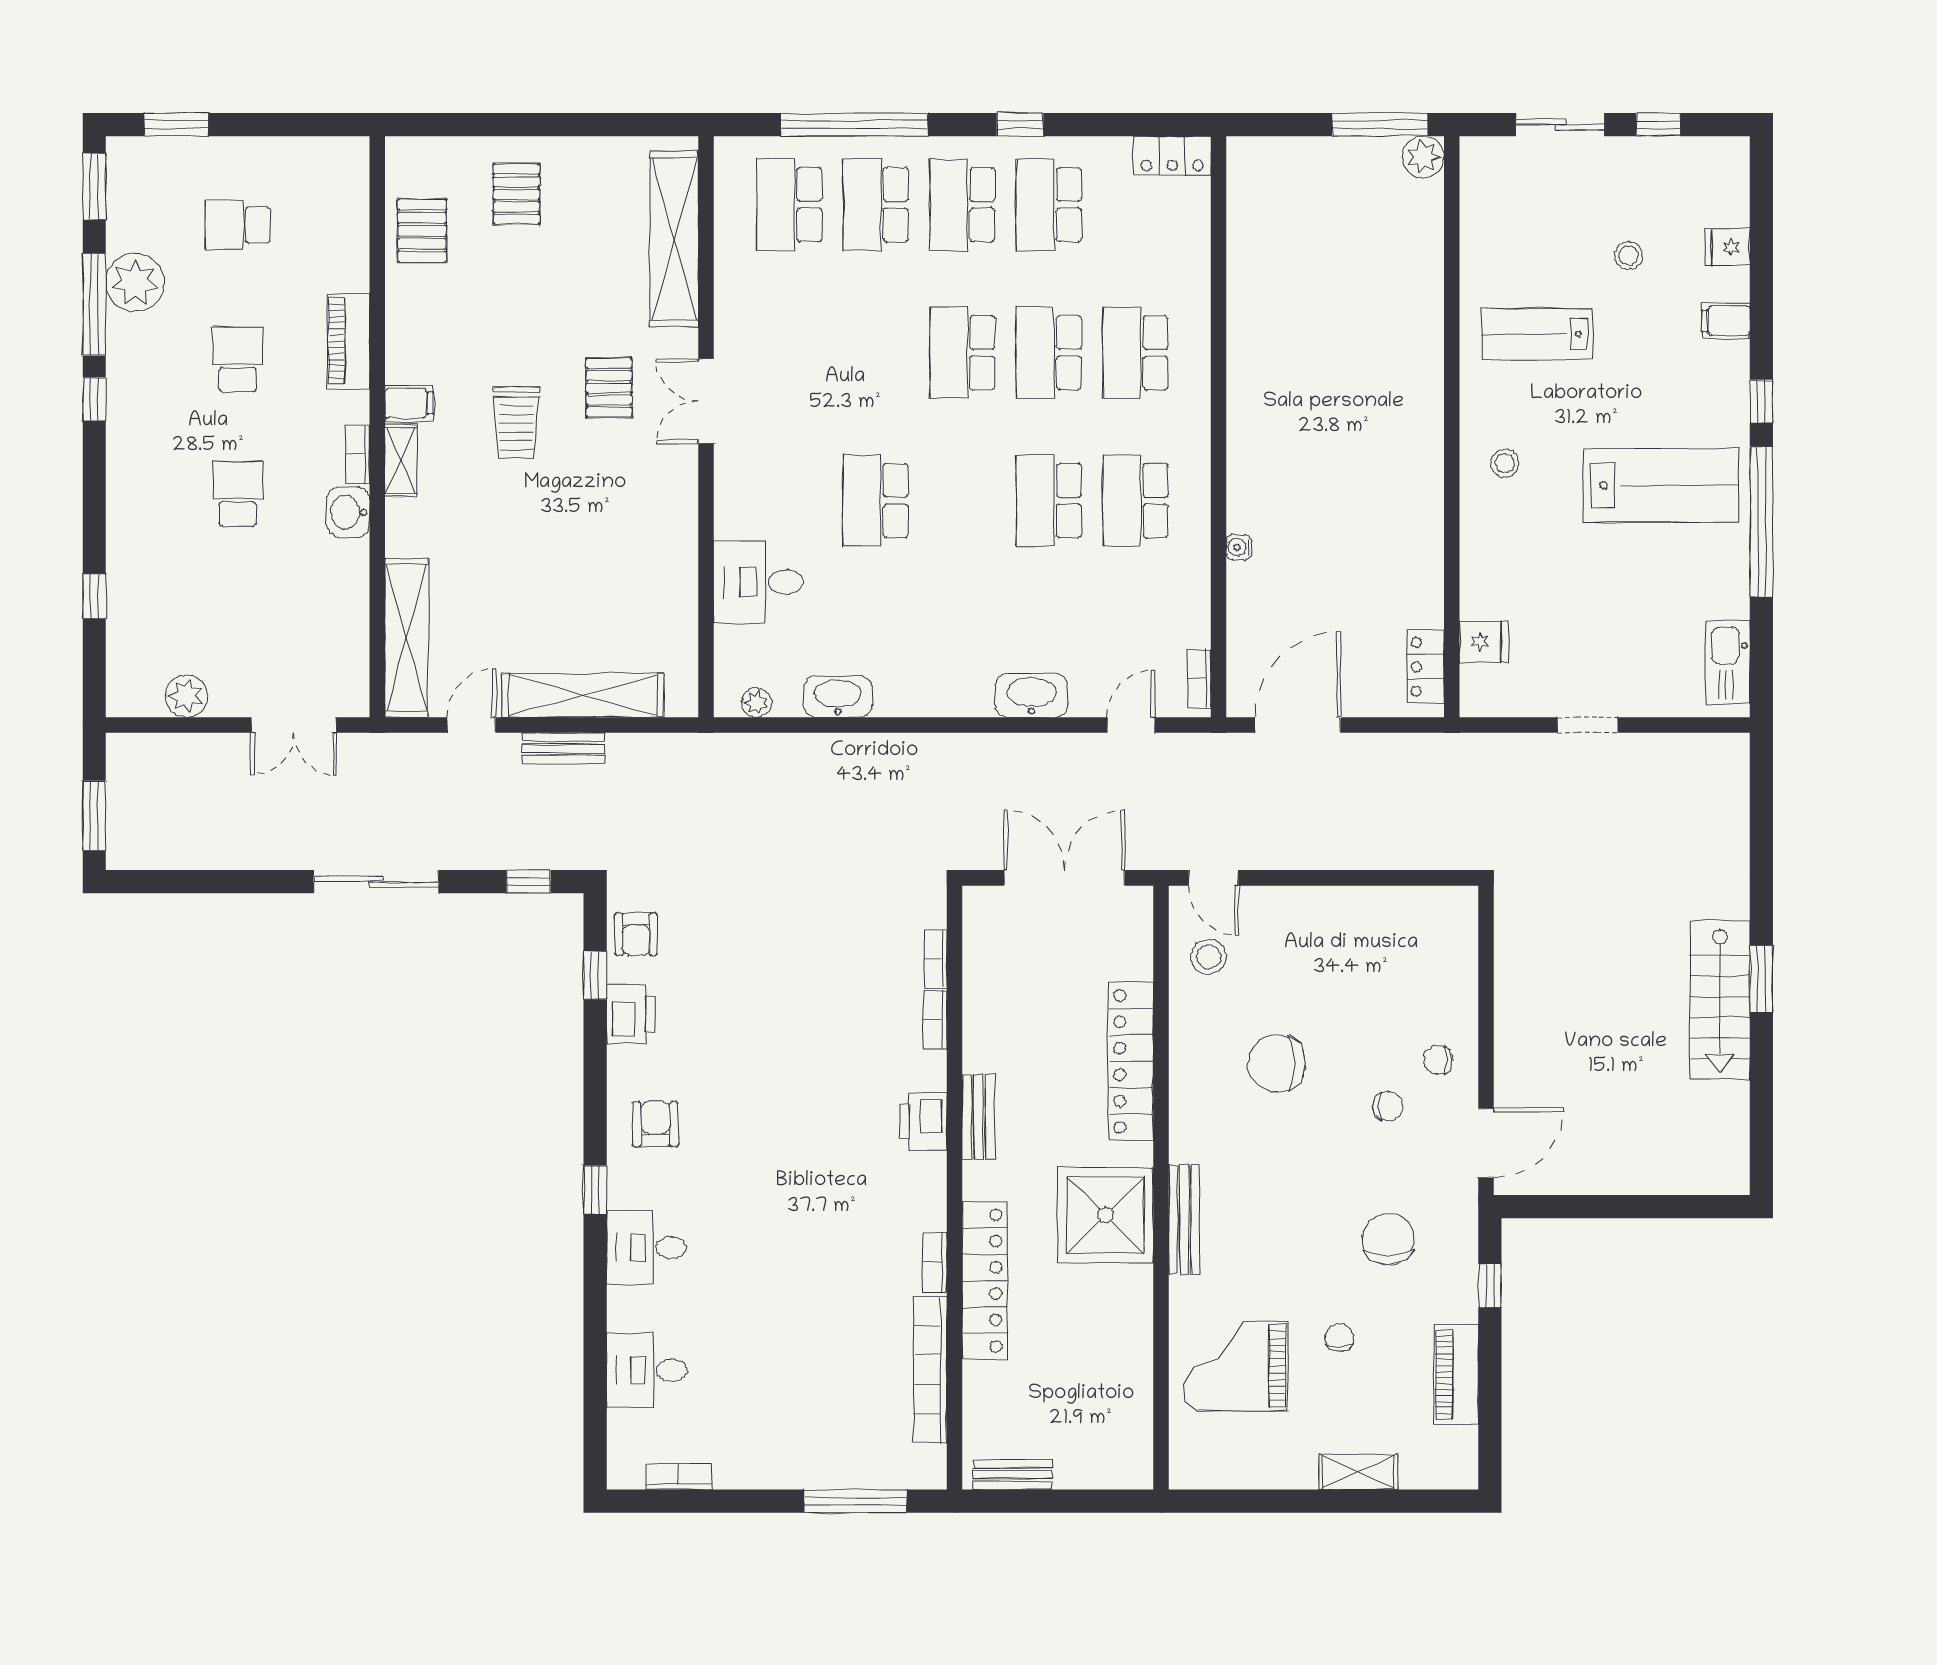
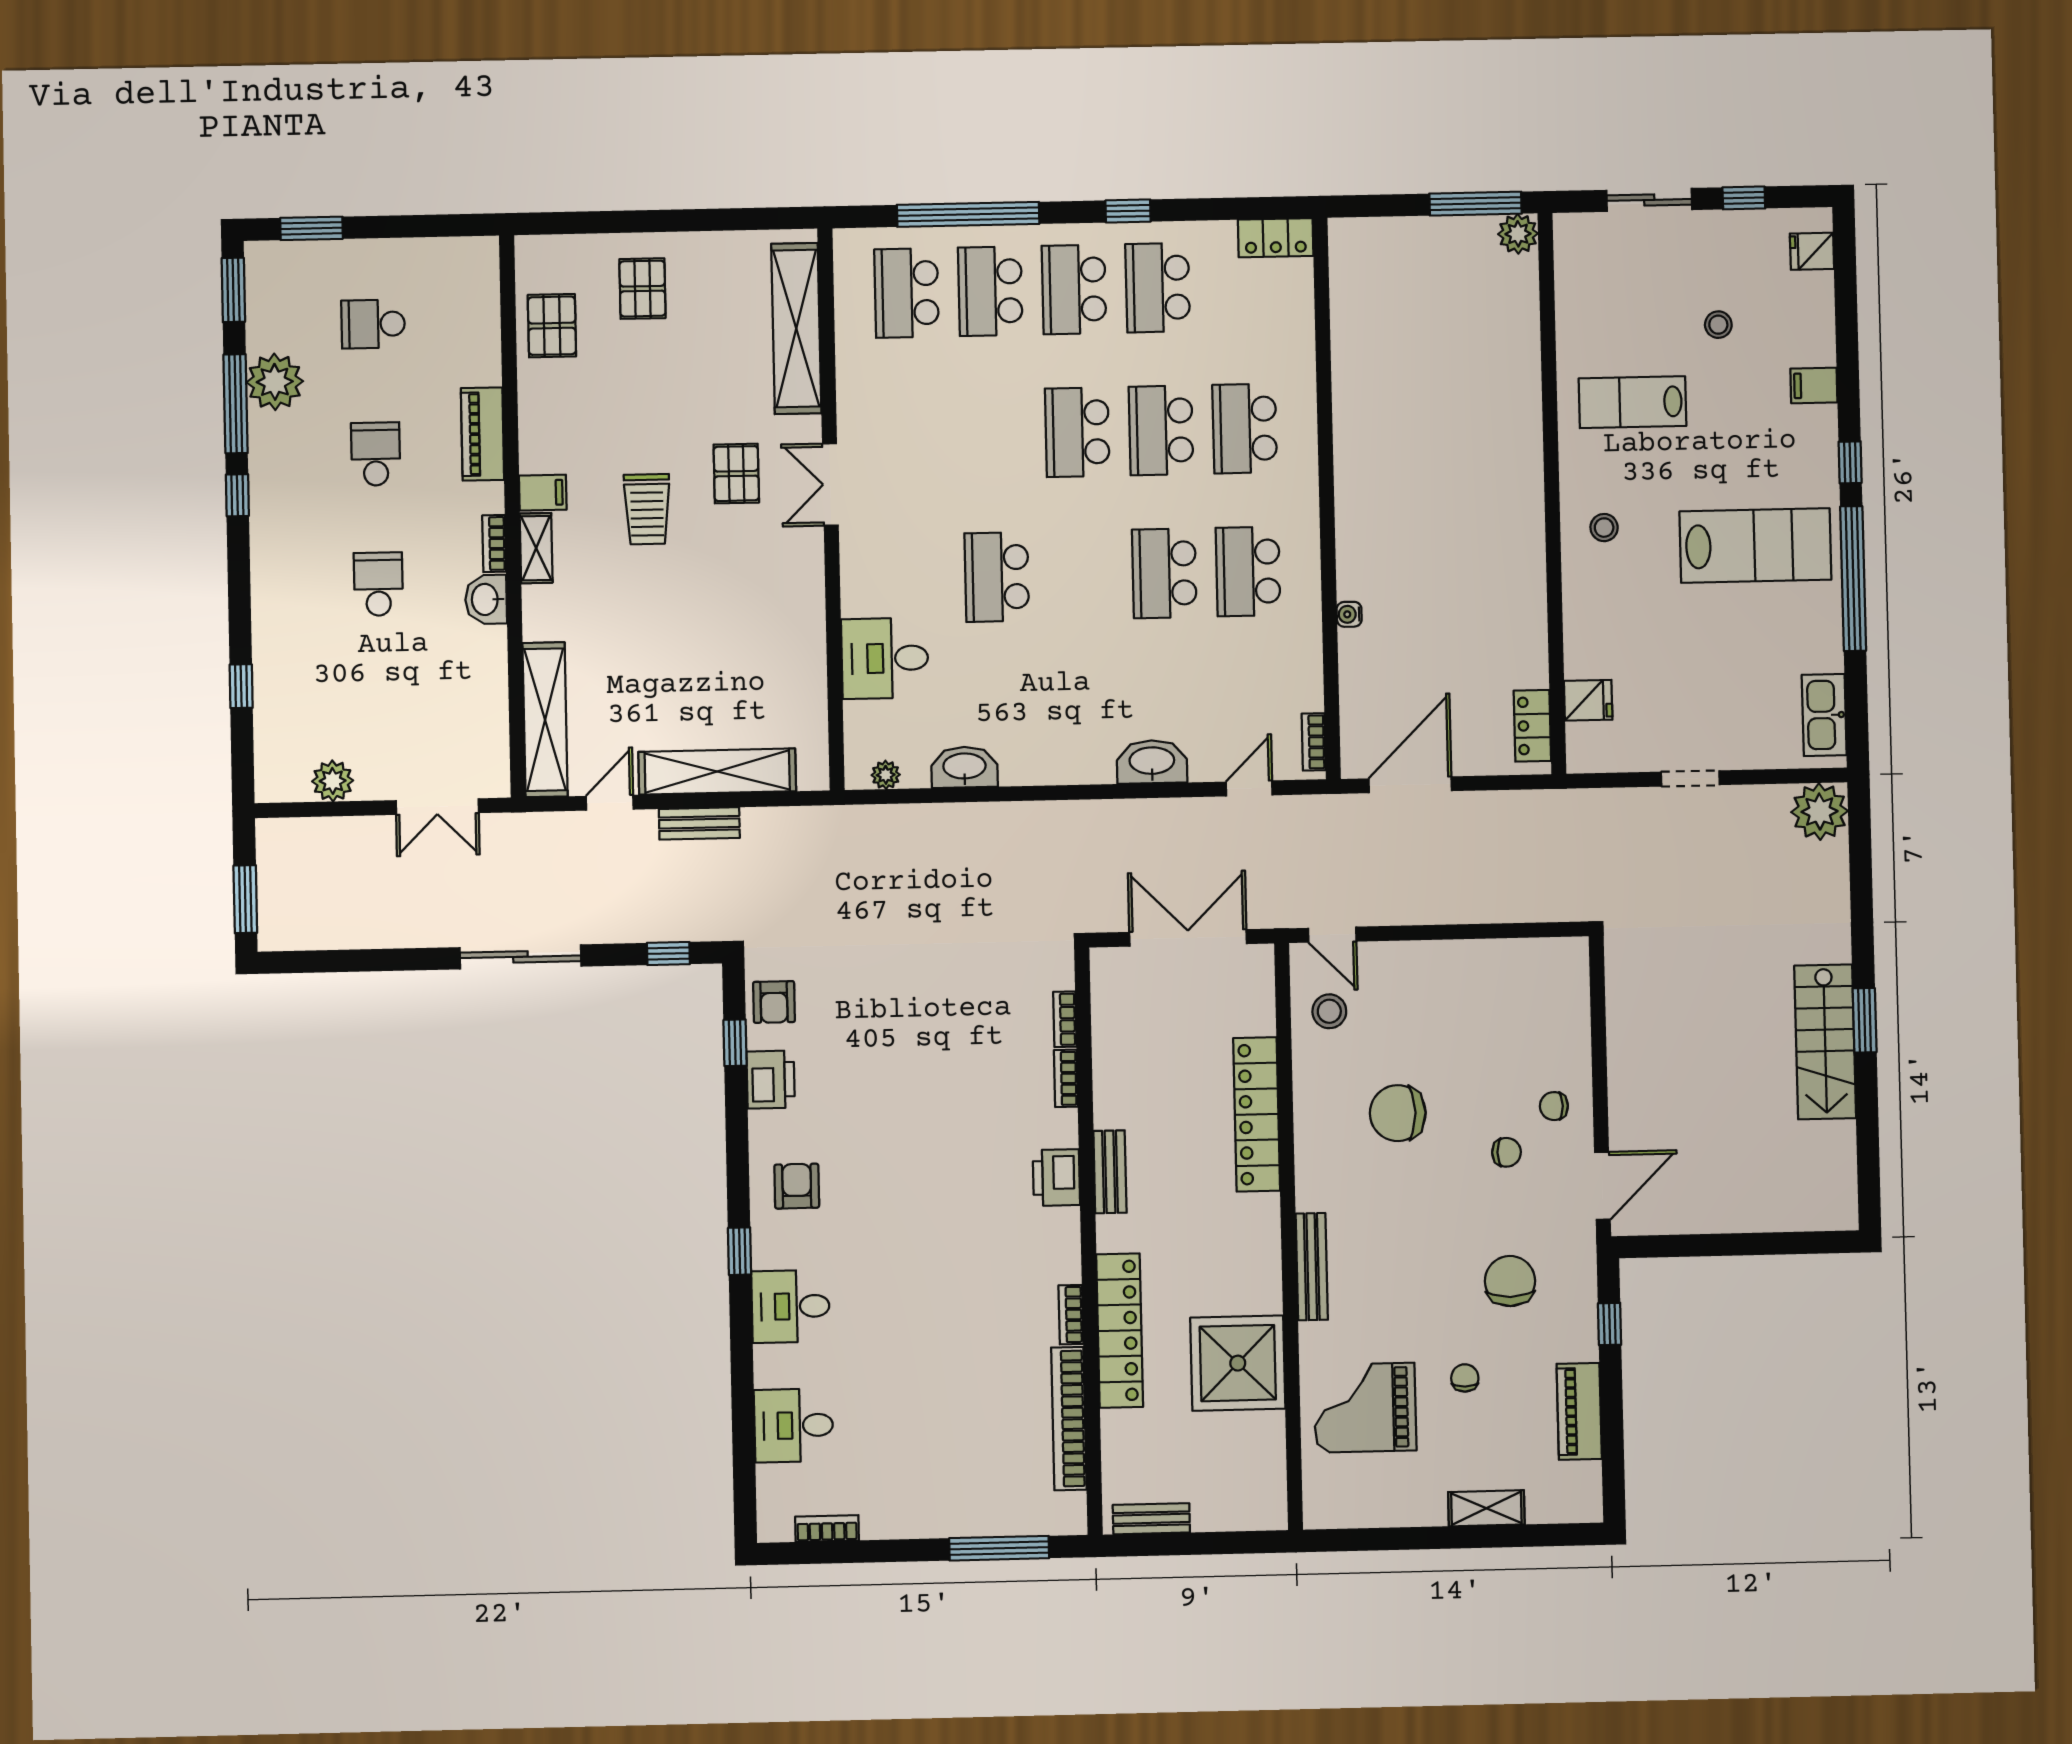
fridge: (1727, 247) -> (1812, 251), moved
plant: (1720, 762) -> (1820, 812), added
shower: (1105, 1215) -> (1238, 1363), moved

